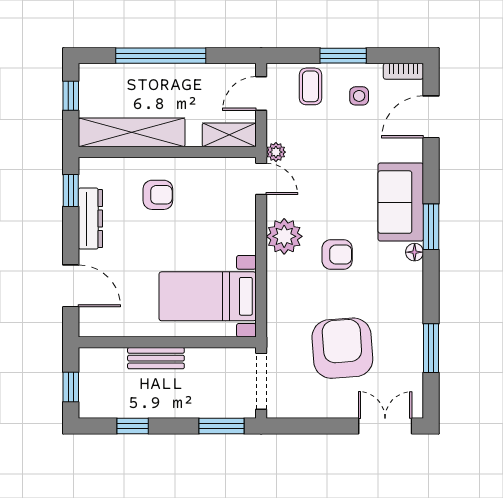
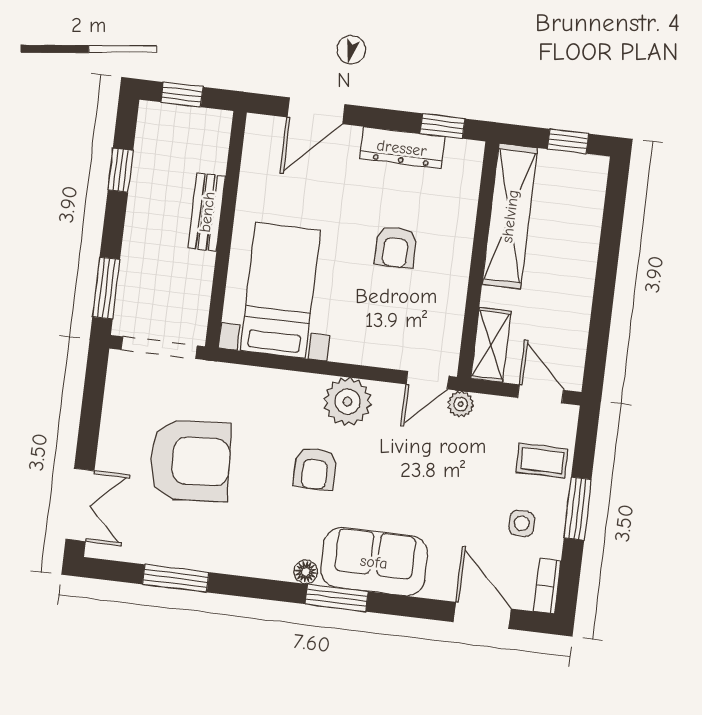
window: (161, 56) -> (607, 267), removed
armchair: (158, 195) -> (396, 247), moved

